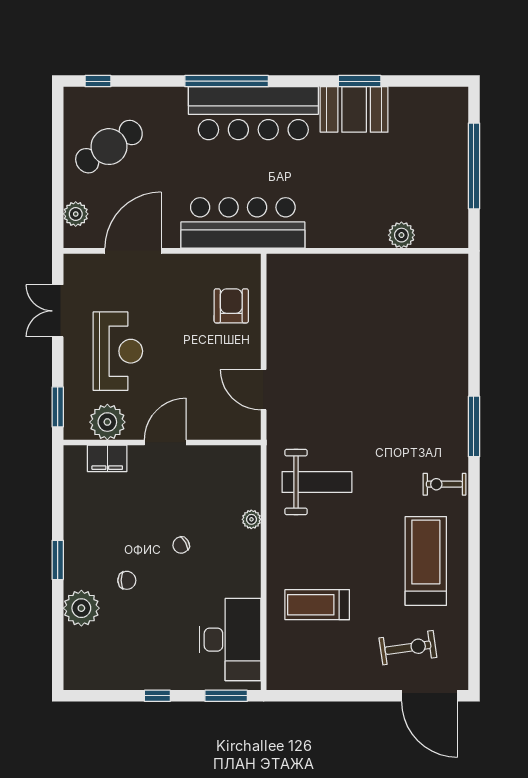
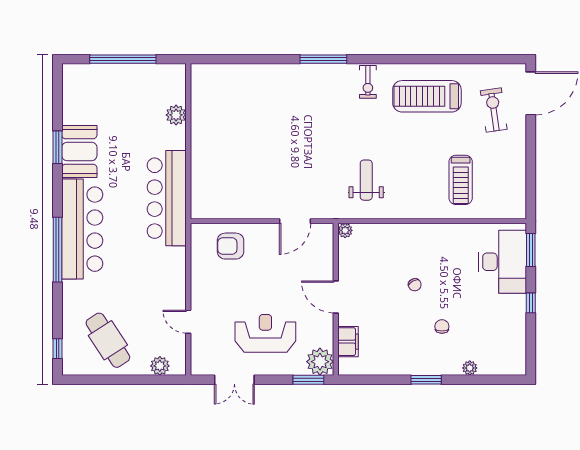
bar counter: (243, 223) -> (167, 198), moved
door: (133, 251) -> (188, 322), width x0.53
plant: (107, 422) -> (320, 362), moved
weight bench: (317, 482) -> (366, 180), width x0.73, depth x0.75
plant: (251, 519) -> (345, 230), moved
plant: (81, 608) -> (470, 368), width x0.53, depth x0.53
desk: (230, 640) -> (503, 262), moved, turned 90

